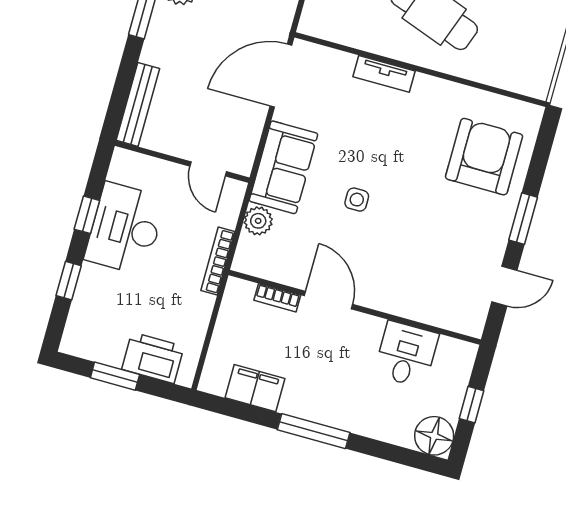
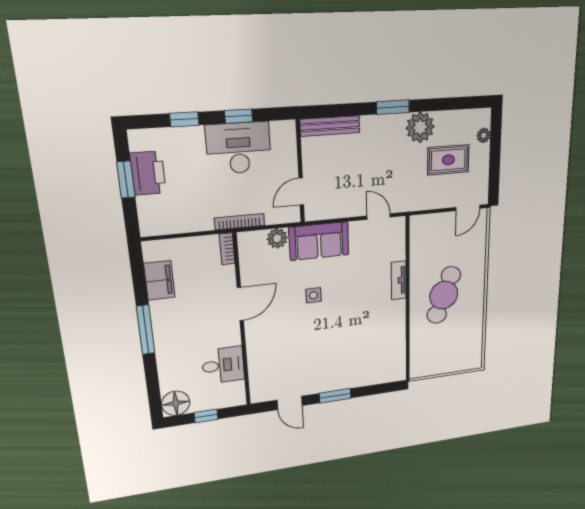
door: (281, 76) -> (379, 217), width x0.53
armchair: (484, 157) -> (366, 359), removed
bookcase: (277, 298) -> (227, 249), moved
printer: (153, 358) -> (148, 173), moved

